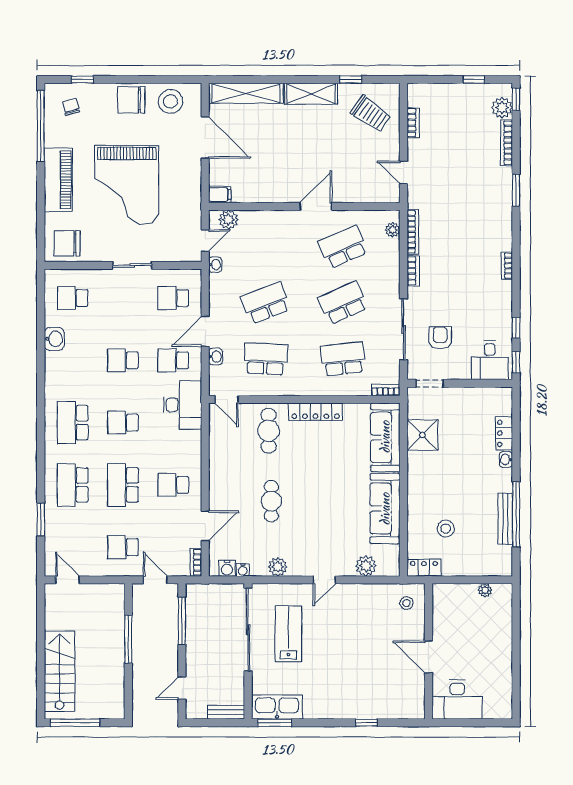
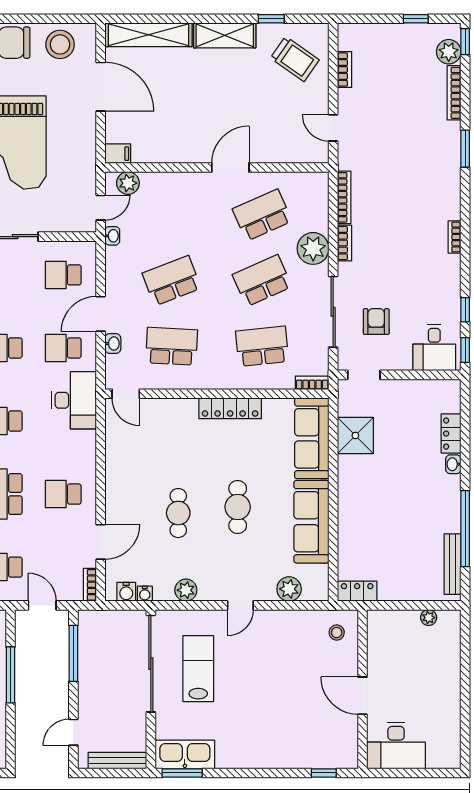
plant: (393, 230) -> (313, 248), moved, width x1.87, depth x1.87
cafe table: (269, 431) -> (238, 507), moved
bench: (505, 519) -> (453, 564), moved
stool: (446, 529) -> (383, 545), removed
bench: (226, 712) -> (117, 761), width x1.36
window: (366, 723) -> (324, 773), moved

